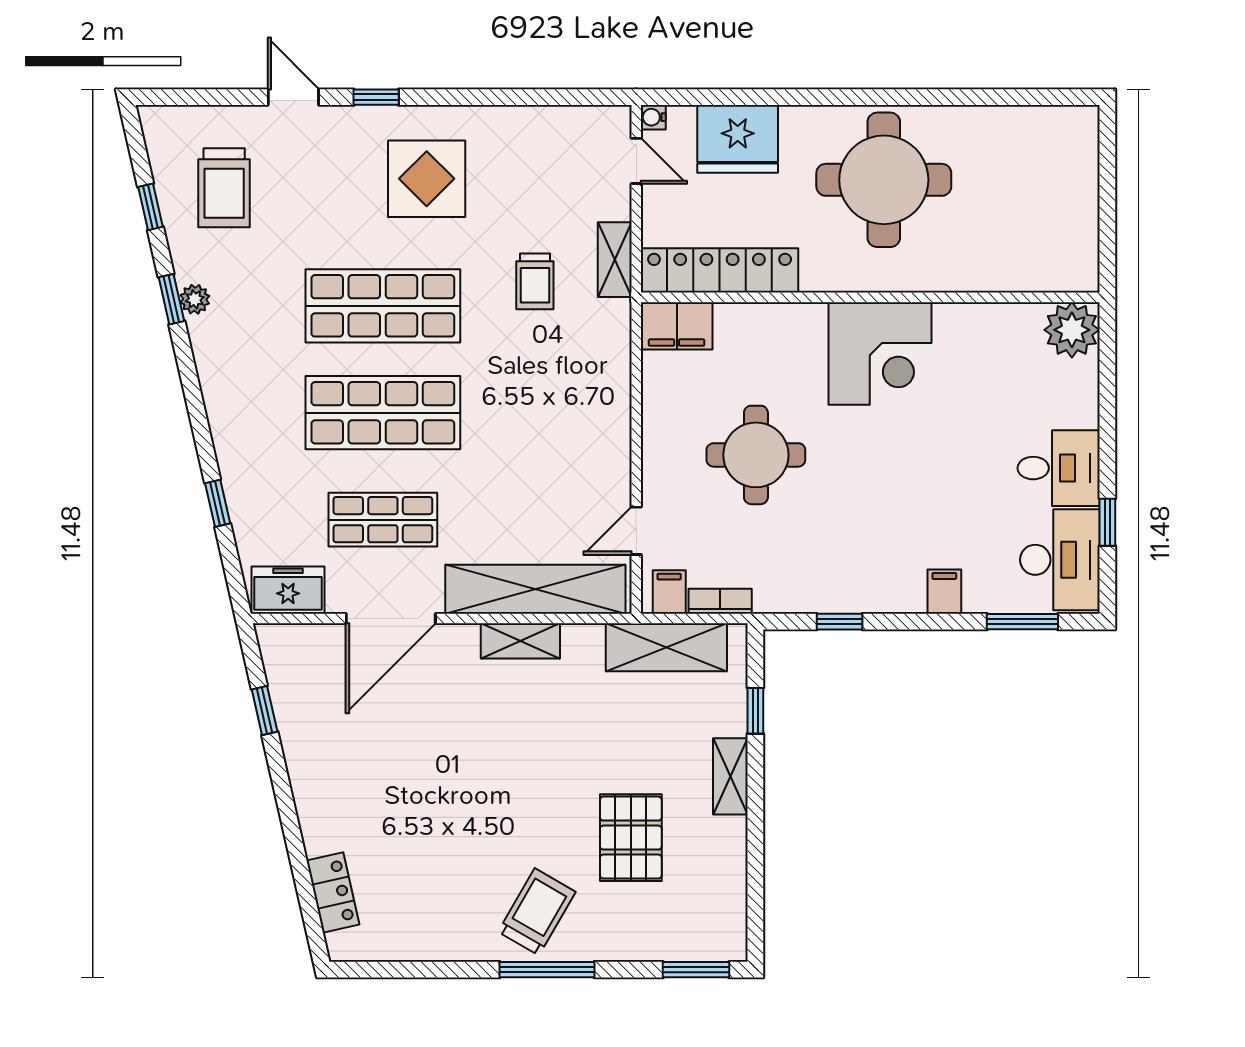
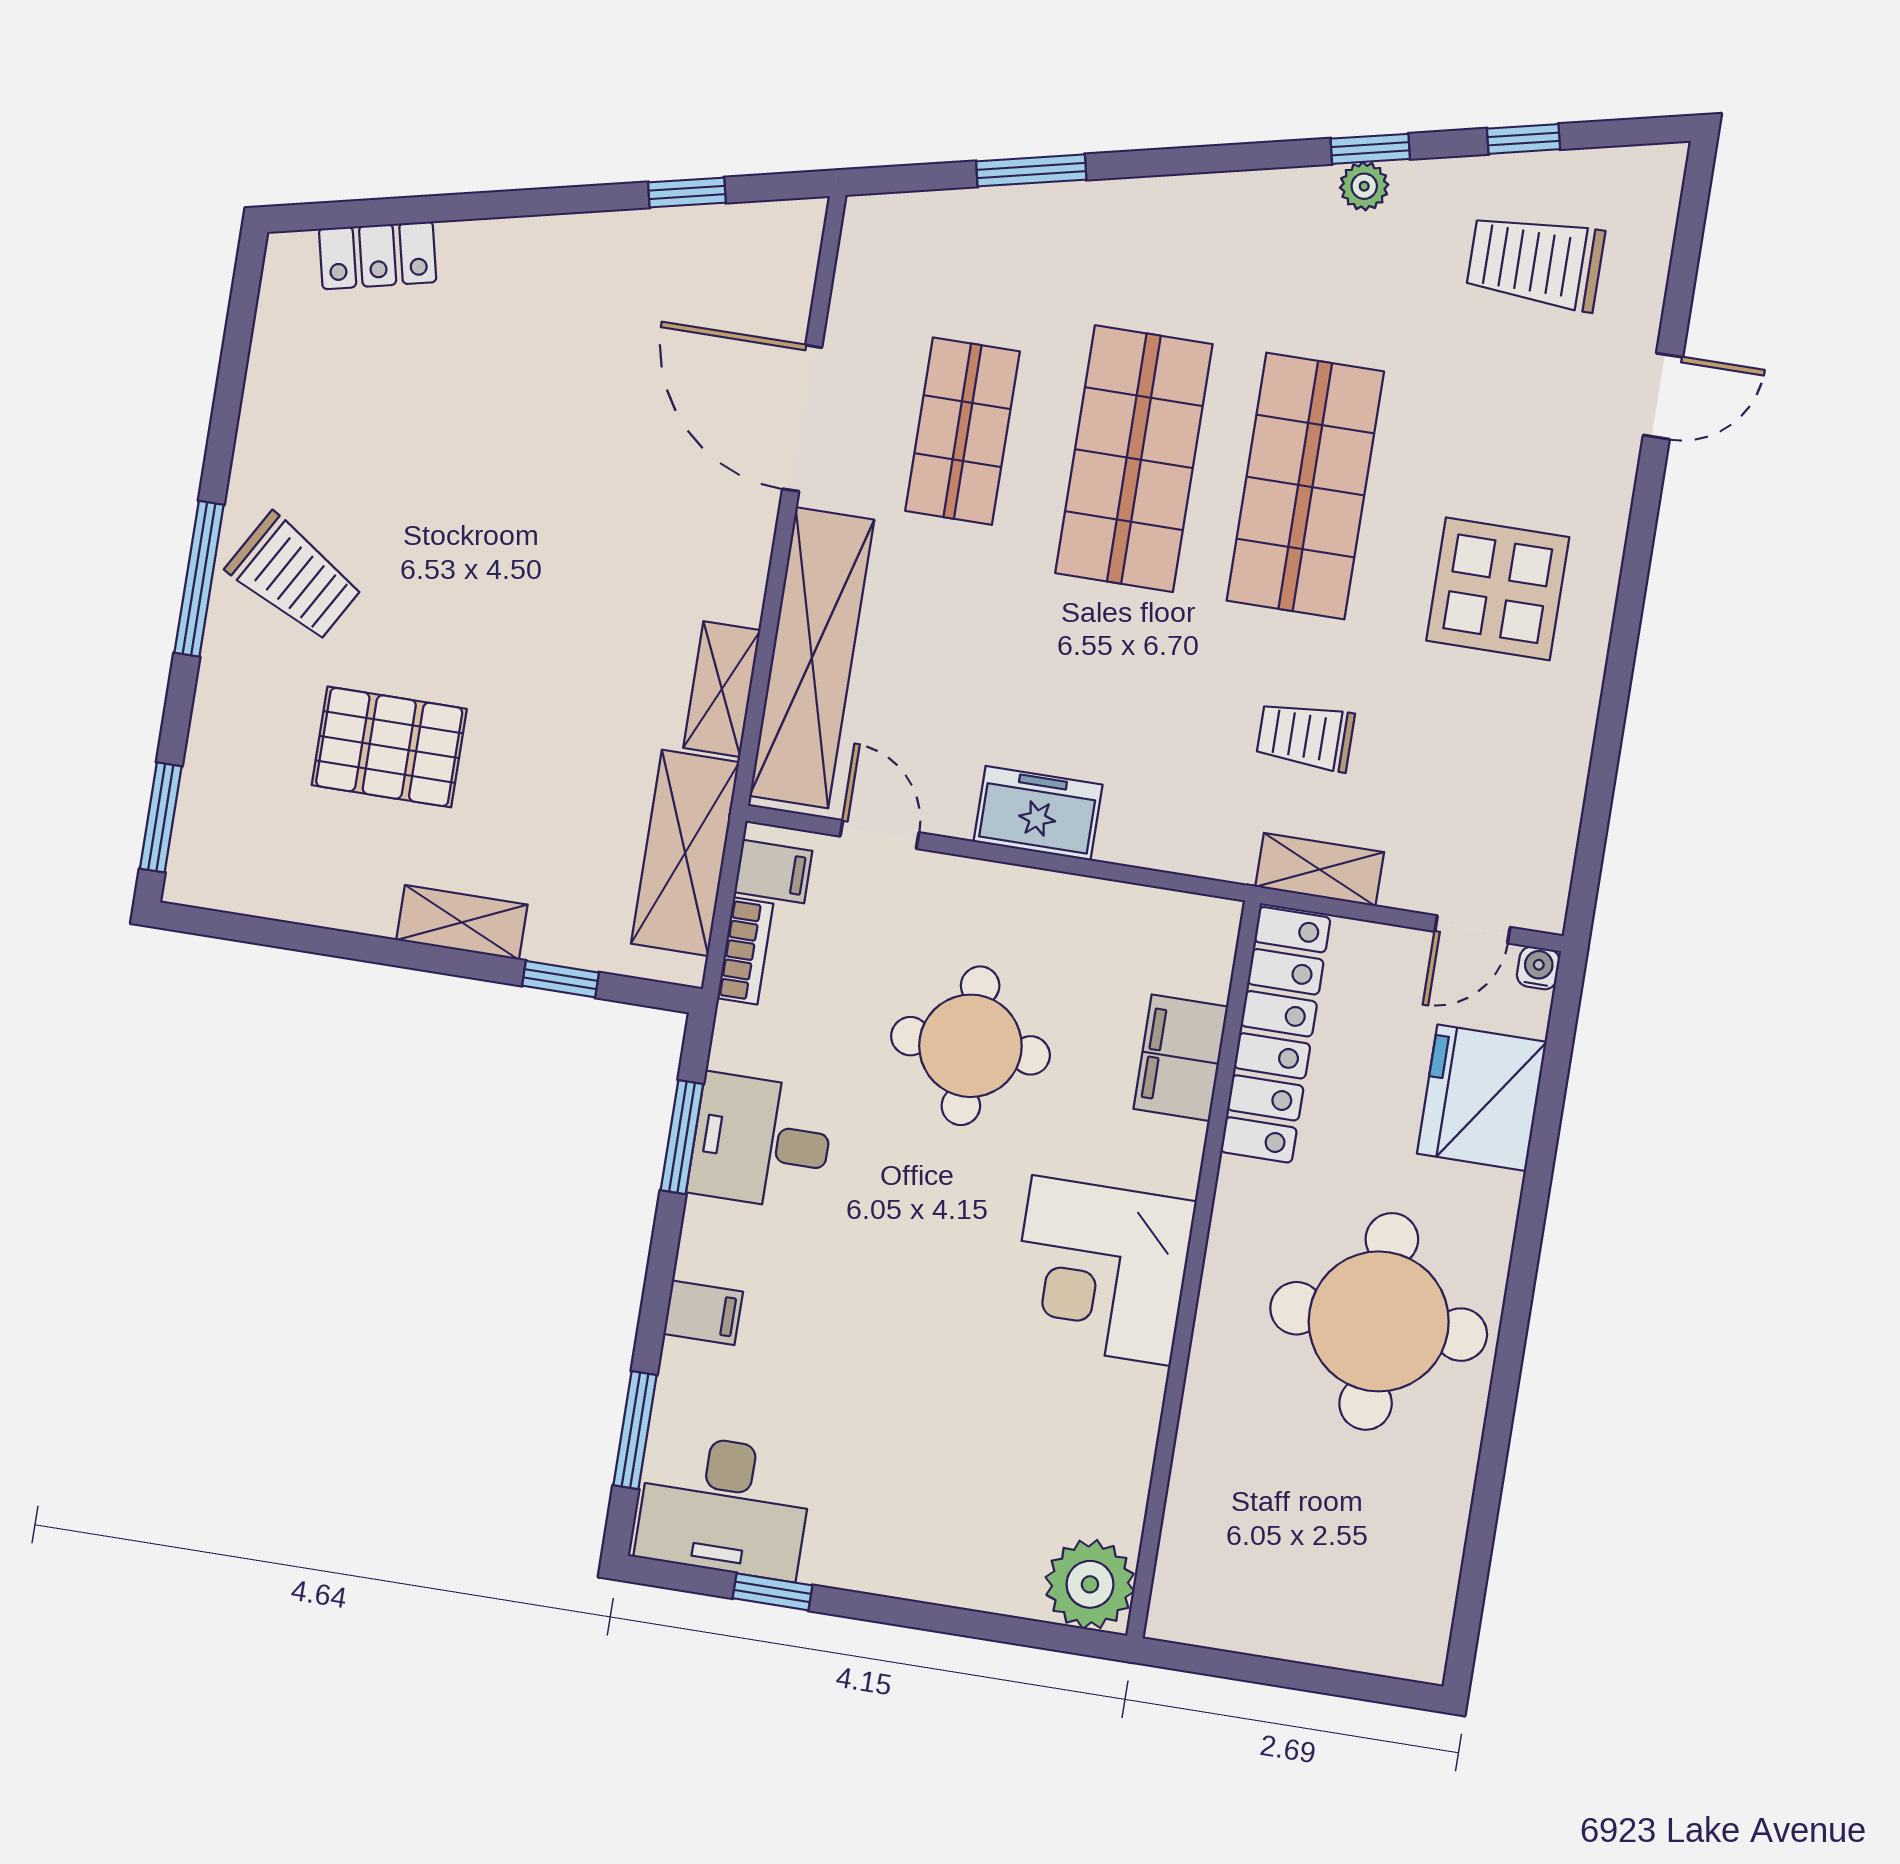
window: (376, 97) -> (1642, 529), removed
filing cabinet: (677, 326) -> (1181, 1058), moved
desk: (1059, 468) -> (761, 1142), moved, turned 90
window: (218, 503) -> (1031, 170), width x1.50
freezer: (288, 590) -> (1038, 813), moved, turned -90
window: (840, 622) -> (682, 1137), width x1.50
shelving: (520, 641) -> (722, 689), moved

